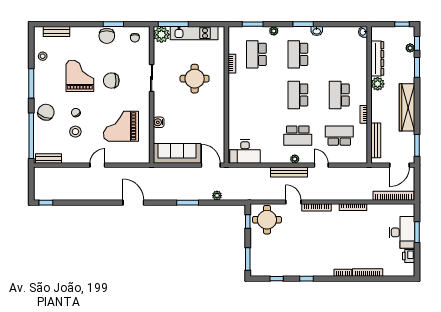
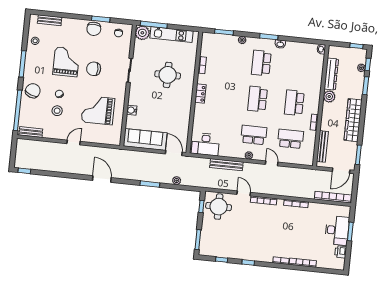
school desk: (256, 54) -> (225, 59), removed
locker: (233, 96) -> (200, 94), added
school desk: (298, 136) -> (254, 135), turned 180
bench: (289, 172) -> (226, 165), moved

